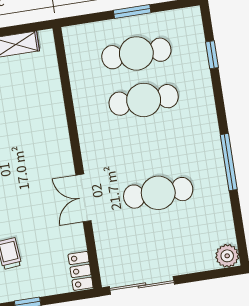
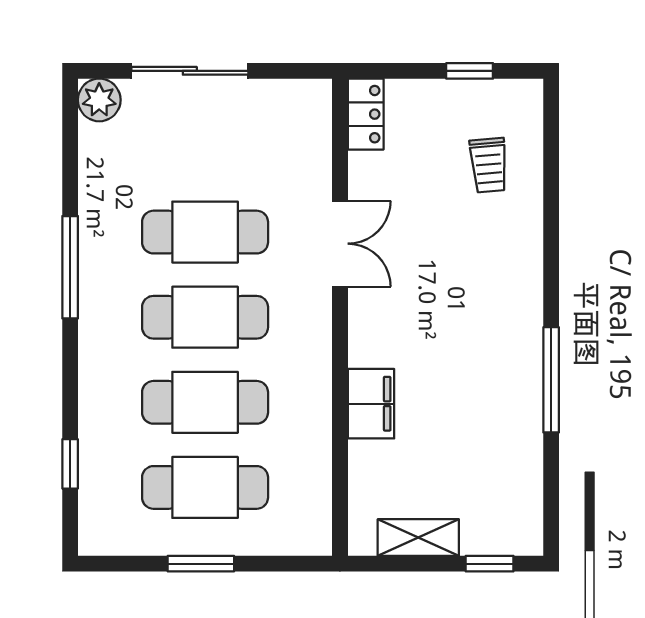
filing cabinet: (53, 113) -> (371, 404), added
cafe table: (151, 146) -> (205, 317), added
sliding door: (142, 285) -> (190, 71), moved

